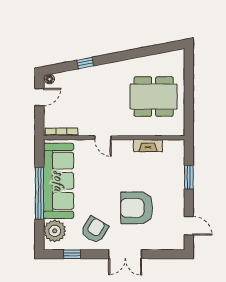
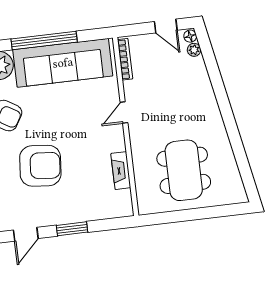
window: (85, 63) -> (216, 79), removed
plant: (61, 77) -> (194, 50), added
window: (189, 177) -> (72, 229), moved
armchair: (137, 208) -> (40, 166), turned 95

